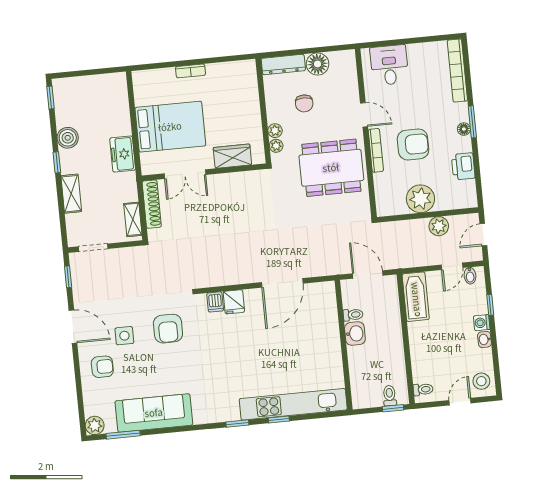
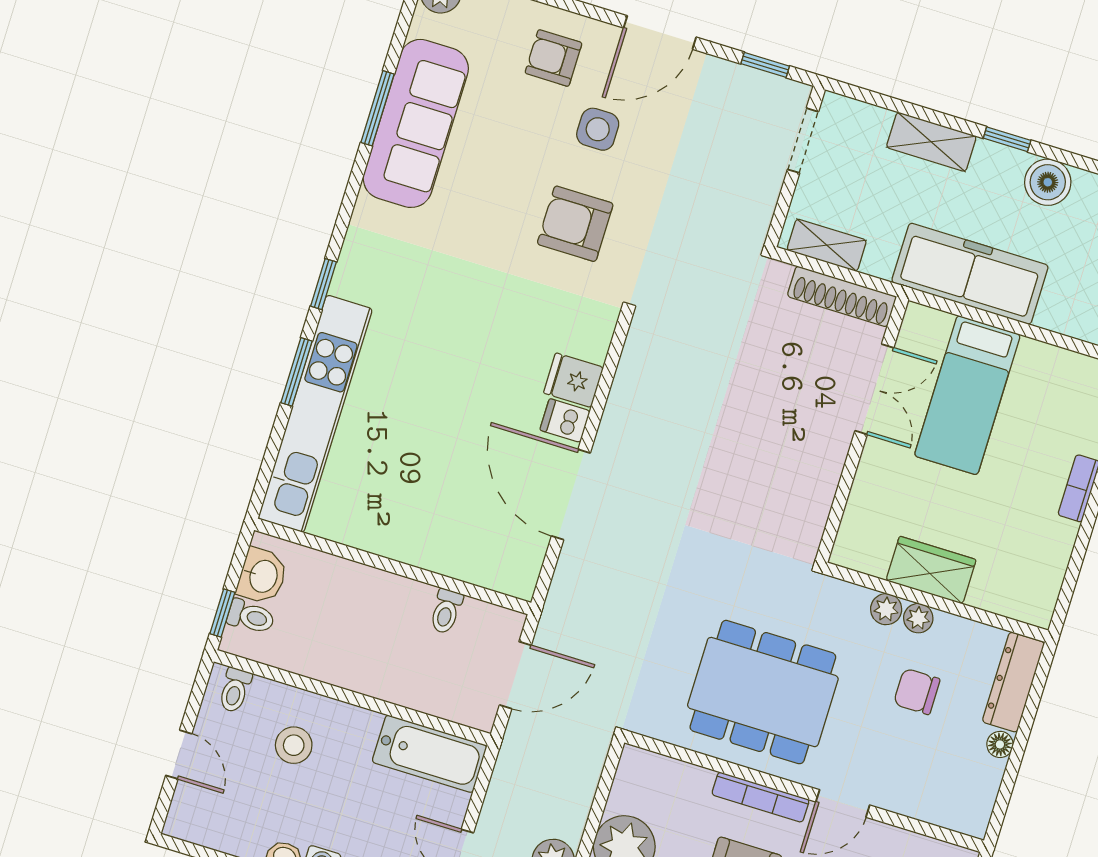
floor lamp: (318, 64) -> (1000, 744), width x0.53, depth x0.53
bed: (170, 127) -> (967, 395), width x0.67
plant: (276, 146) -> (918, 618), moved
freezer: (123, 154) -> (970, 274), width x1.91, depth x1.26
wardrobe: (232, 156) -> (931, 570), moved, turned -90
dining table: (331, 168) -> (763, 692), turned 90
double door: (185, 174) -> (874, 389), swing flipped
dishwasher: (215, 302) -> (565, 421), moved
washbasin: (355, 334) -> (262, 576), moved, turned -90
armchair: (102, 367) -> (553, 58), turned 90
stool: (481, 381) -> (294, 745), moved
window: (279, 419) -> (296, 372), width x1.50
window: (123, 435) -> (378, 108), moved

